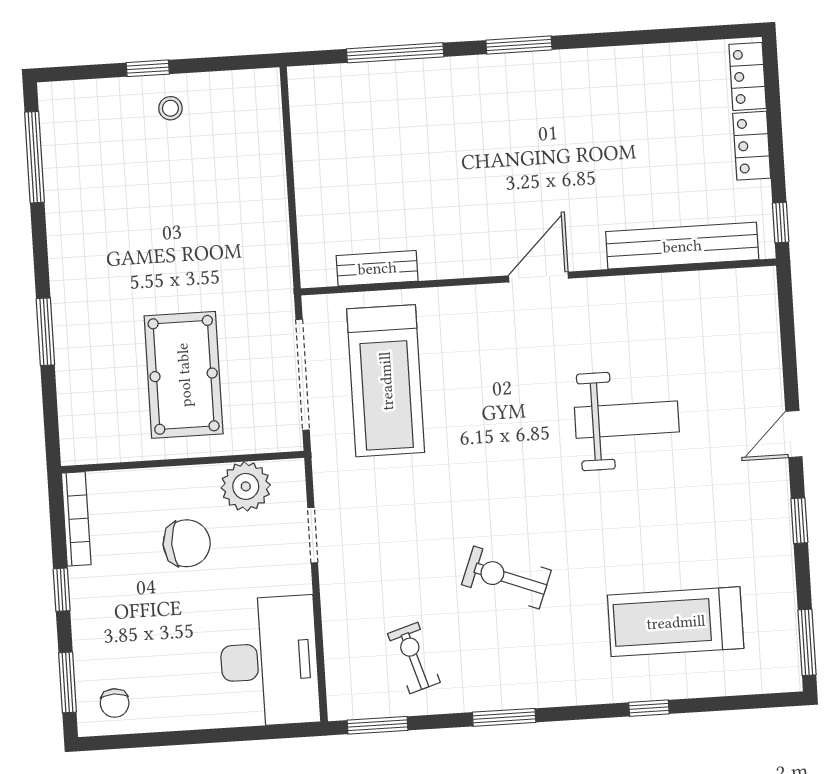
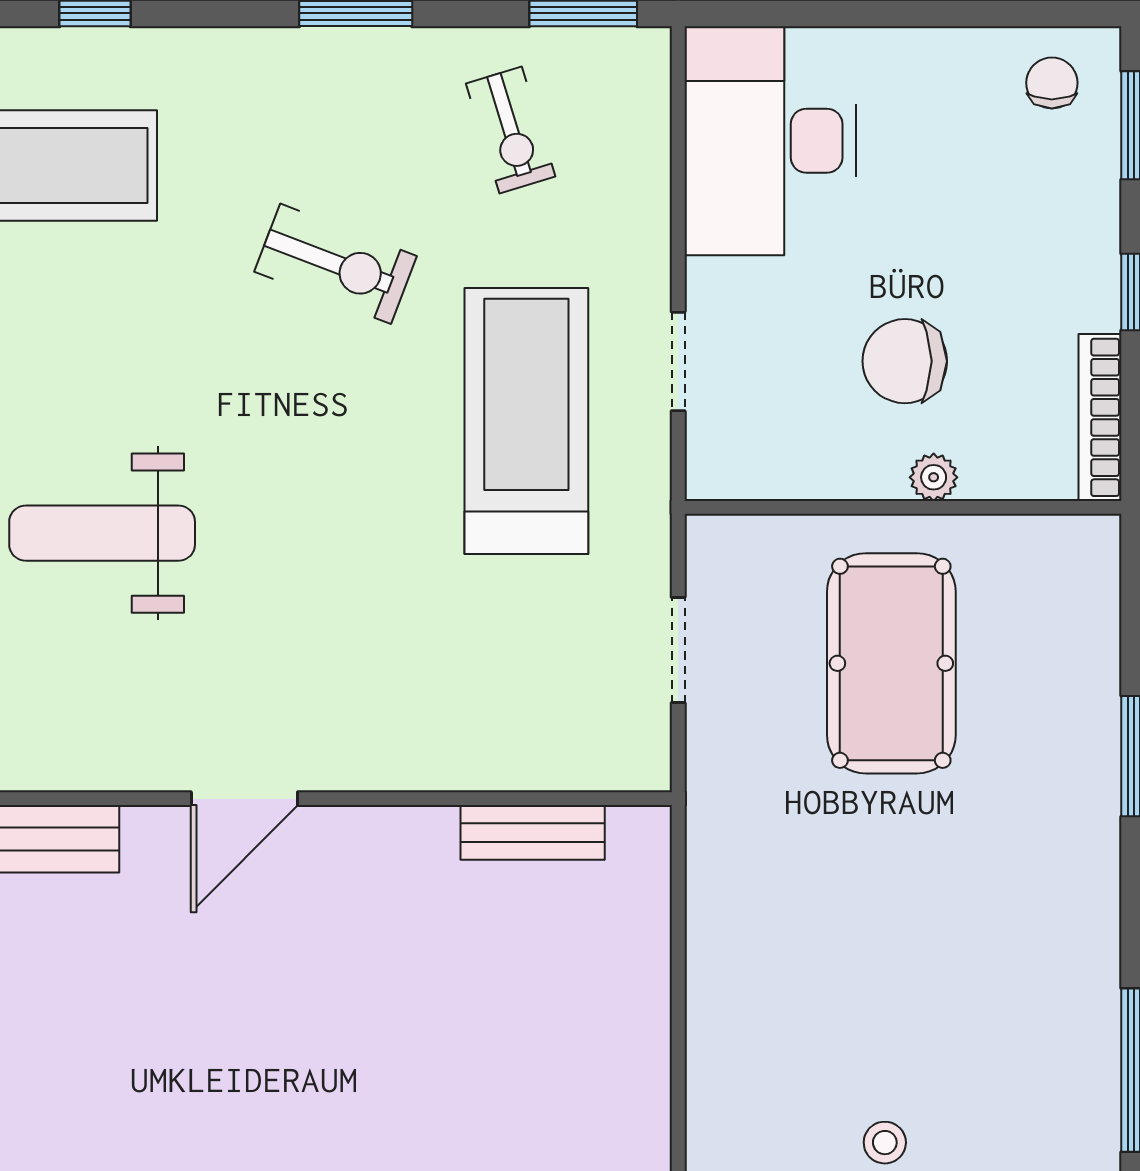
doorway: (303, 375) -> (678, 650), width x0.53
treadmill: (386, 381) -> (526, 421), moved
plant: (246, 486) -> (934, 477), moved, width x0.53, depth x0.53

